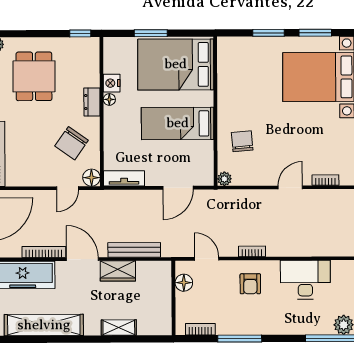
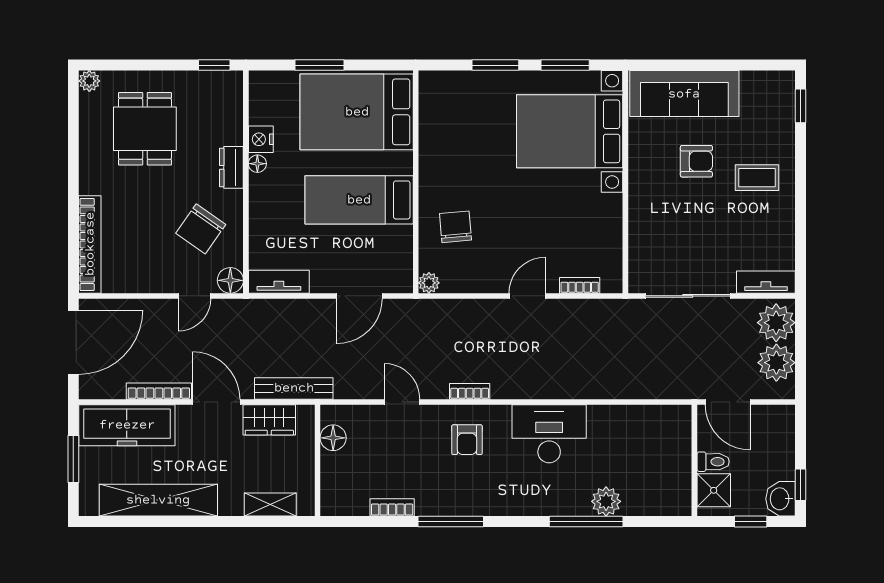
floor lamp: (184, 283) -> (333, 438), moved
wall: (173, 298) -> (318, 460), moved

